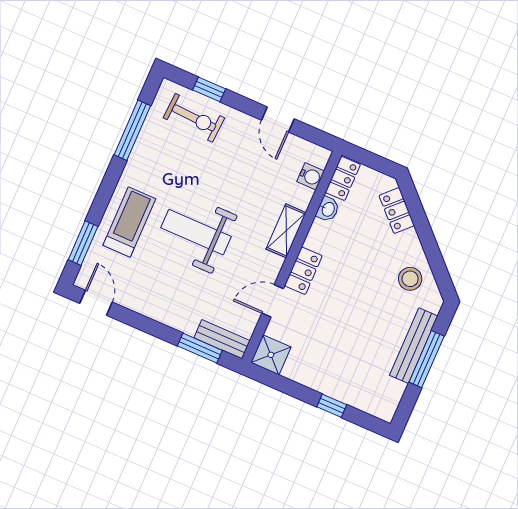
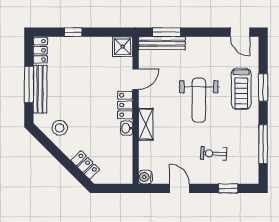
exercise bike: (194, 118) -> (214, 154), moved, width x0.73, depth x0.72
water cooler: (311, 176) -> (145, 177), moved
locker: (343, 178) -> (40, 50), moved, turned 180
washbasin: (328, 209) -> (127, 128), moved
weight bench: (196, 232) -> (199, 100), turned 90
window: (83, 243) -> (263, 87), moved
bench: (222, 339) -> (162, 43), width x1.36

